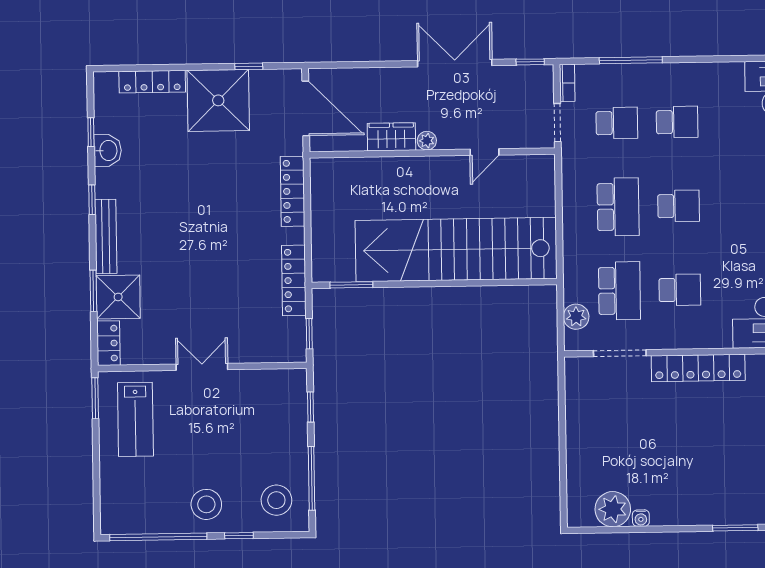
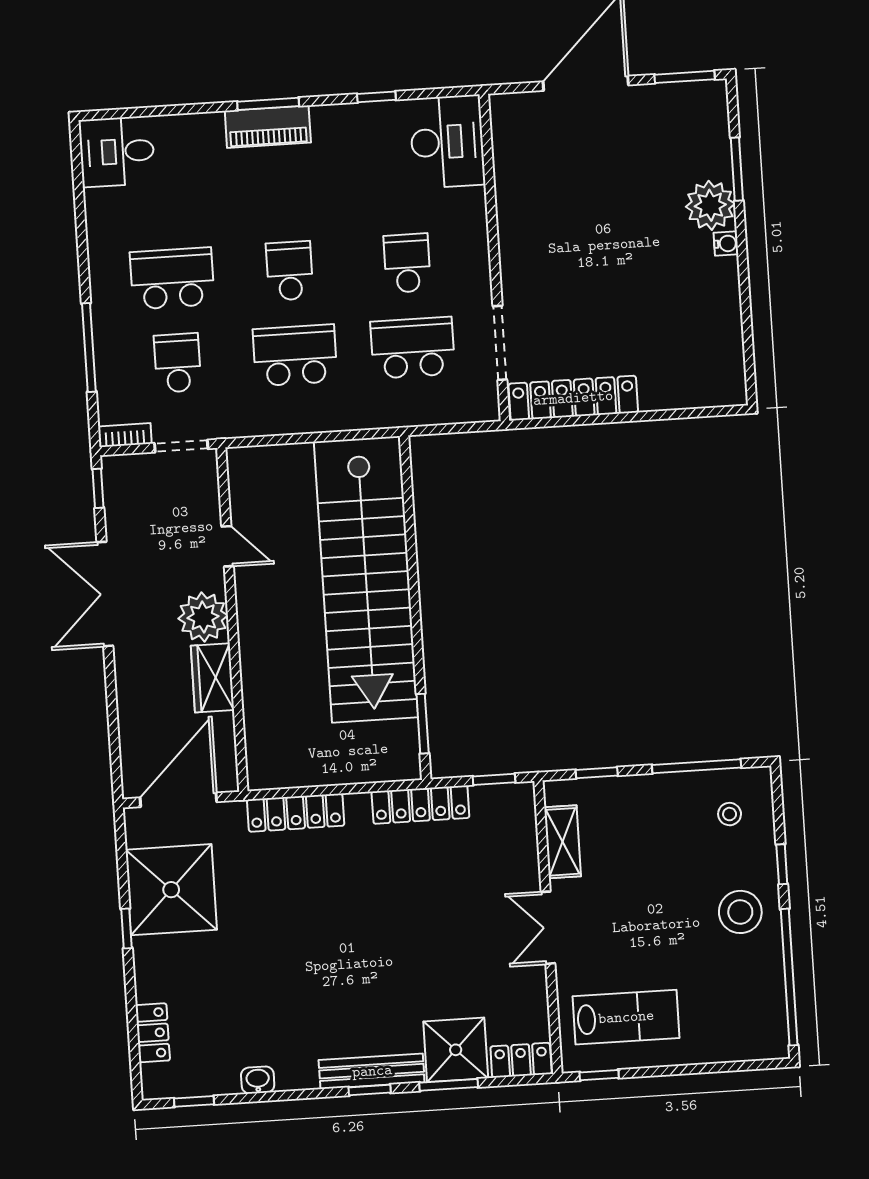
window: (249, 66) -> (126, 928), moved
locker: (152, 82) -> (153, 1033), width x0.66
shower: (218, 100) -> (171, 890), moved
school desk: (677, 122) -> (172, 278), width x1.85
window: (91, 132) -> (194, 1101), moved
plant: (427, 141) -> (203, 617), width x1.88, depth x1.88
washbasin: (108, 151) -> (258, 1080), width x0.72, depth x0.69
window: (92, 200) -> (370, 1090), moved
plant: (576, 317) -> (452, 407), removed
locker: (698, 368) -> (573, 398), moved, turned -90
shelving: (262, 380) -> (563, 842), added
window: (95, 398) -> (599, 1075), width x0.67
stool: (276, 500) -> (730, 814), width x0.53, depth x0.53
plant: (613, 509) -> (710, 205), moved
water cooler: (641, 518) -> (726, 244), moved

